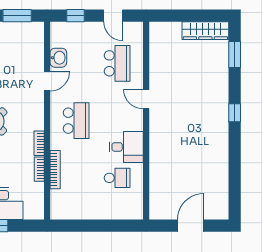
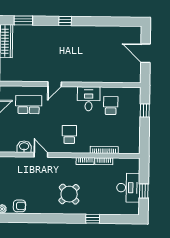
school desk: (76, 121) -> (69, 134), width x0.54
window: (111, 226) -> (145, 111), added

